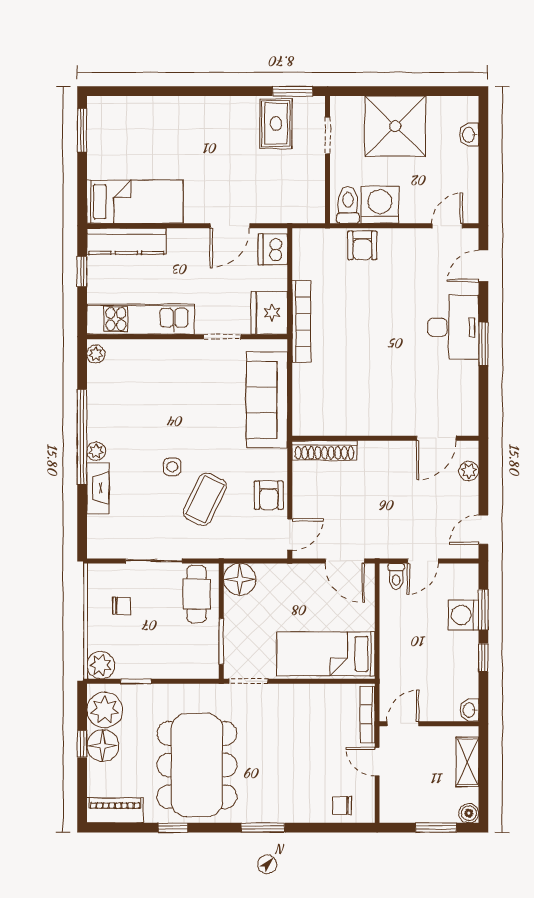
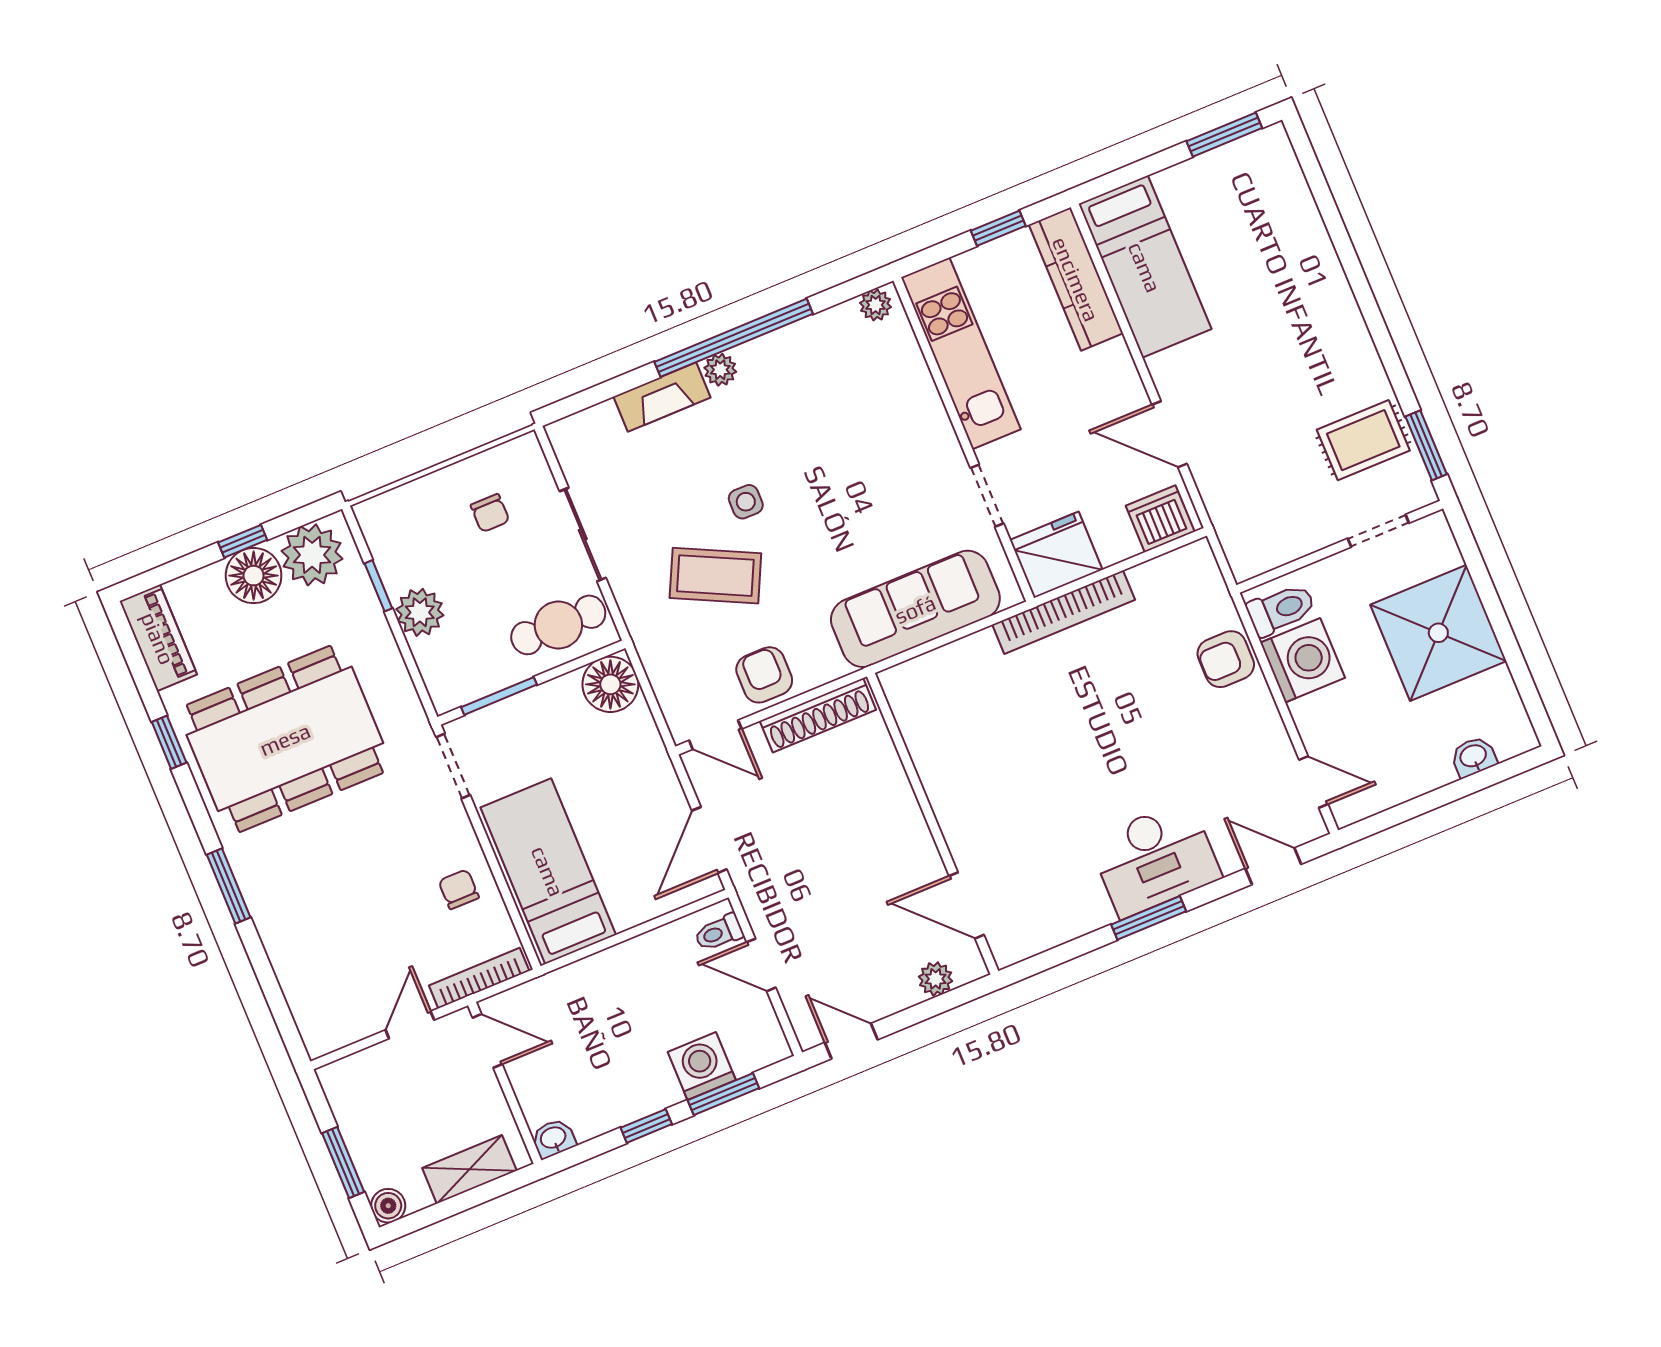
shoe rack: (324, 451) -> (818, 715), moved, turned -90
armchair: (269, 495) -> (764, 675), turned 90
plant: (101, 665) -> (420, 612), moved
chair: (342, 805) -> (459, 889), moved

